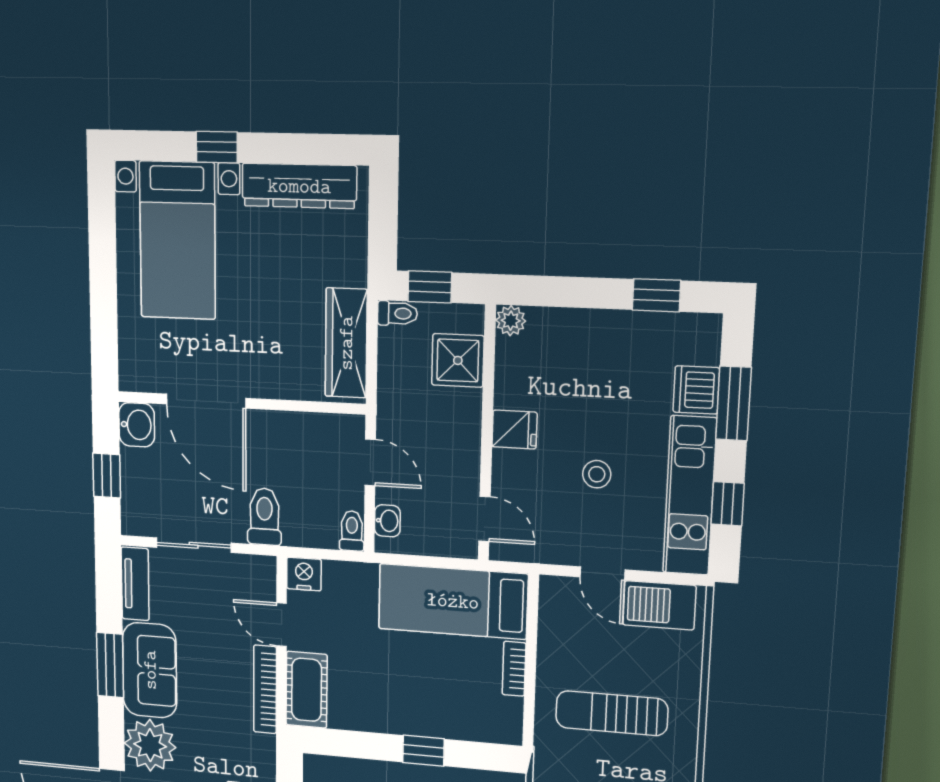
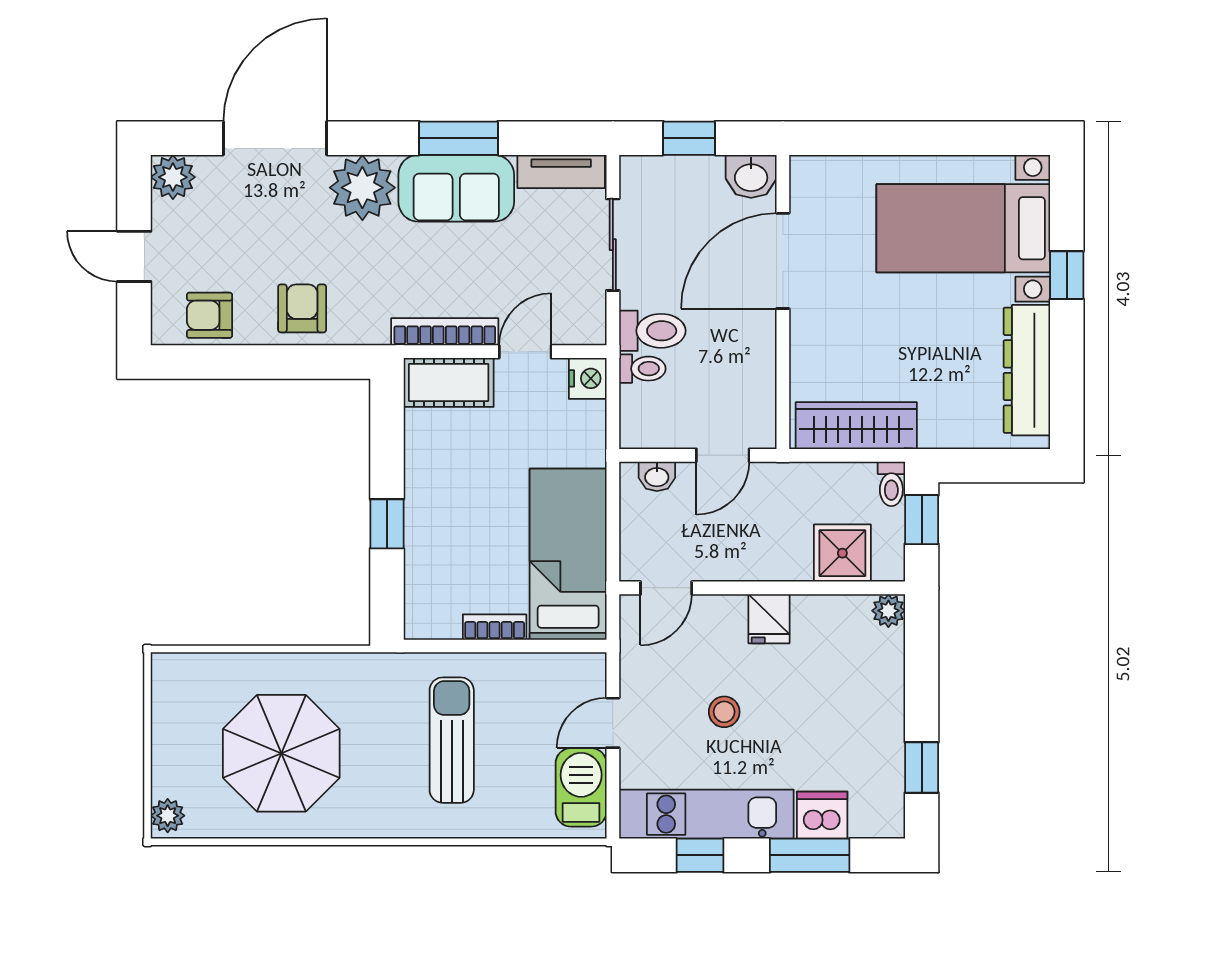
toilet: (352, 531) -> (642, 369), moved

